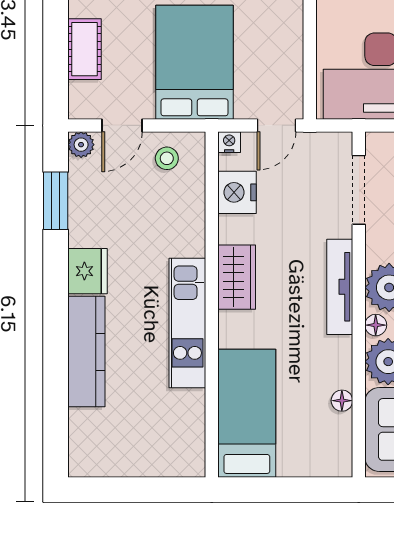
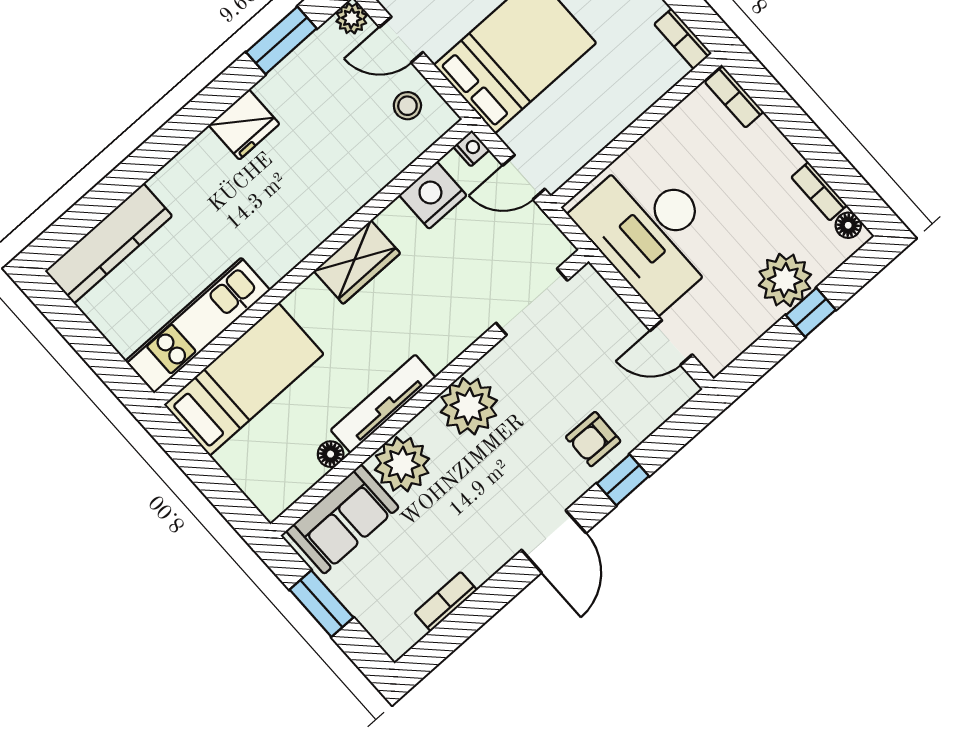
tv unit: (340, 287) -> (383, 404), moved
kitchen unit: (187, 323) -> (198, 325), moved
floor lamp: (376, 325) -> (425, 424), removed
kitchen counter: (86, 352) -> (109, 243), moved

